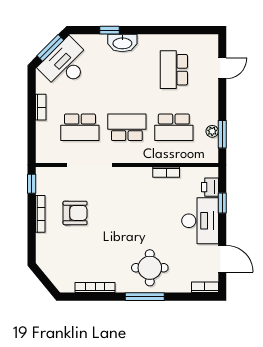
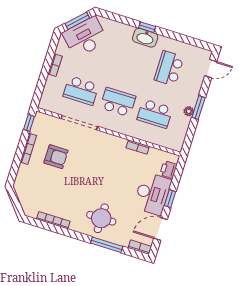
window: (109, 30) -> (147, 27), moved
washbasin: (122, 43) -> (145, 38), moved
door: (222, 68) -> (211, 69), moved
plant: (212, 131) -> (189, 111), moved
window: (222, 134) -> (199, 107), moved
window: (222, 203) -> (170, 199), moved
door: (222, 259) -> (160, 229), swing flipped
window: (145, 297) -> (107, 245), moved

